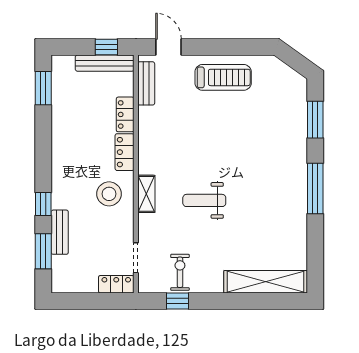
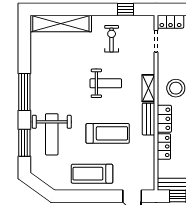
bench: (146, 83) -> (148, 119), moved
weight bench: (278, 131) -> (52, 134), added
treadmill: (202, 132) -> (108, 133), added
exercise bike: (180, 272) -> (112, 39), moved, turned 180

